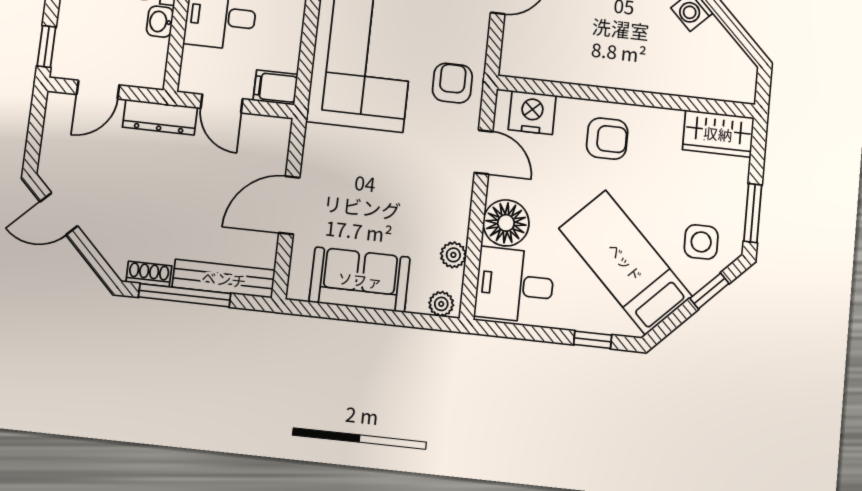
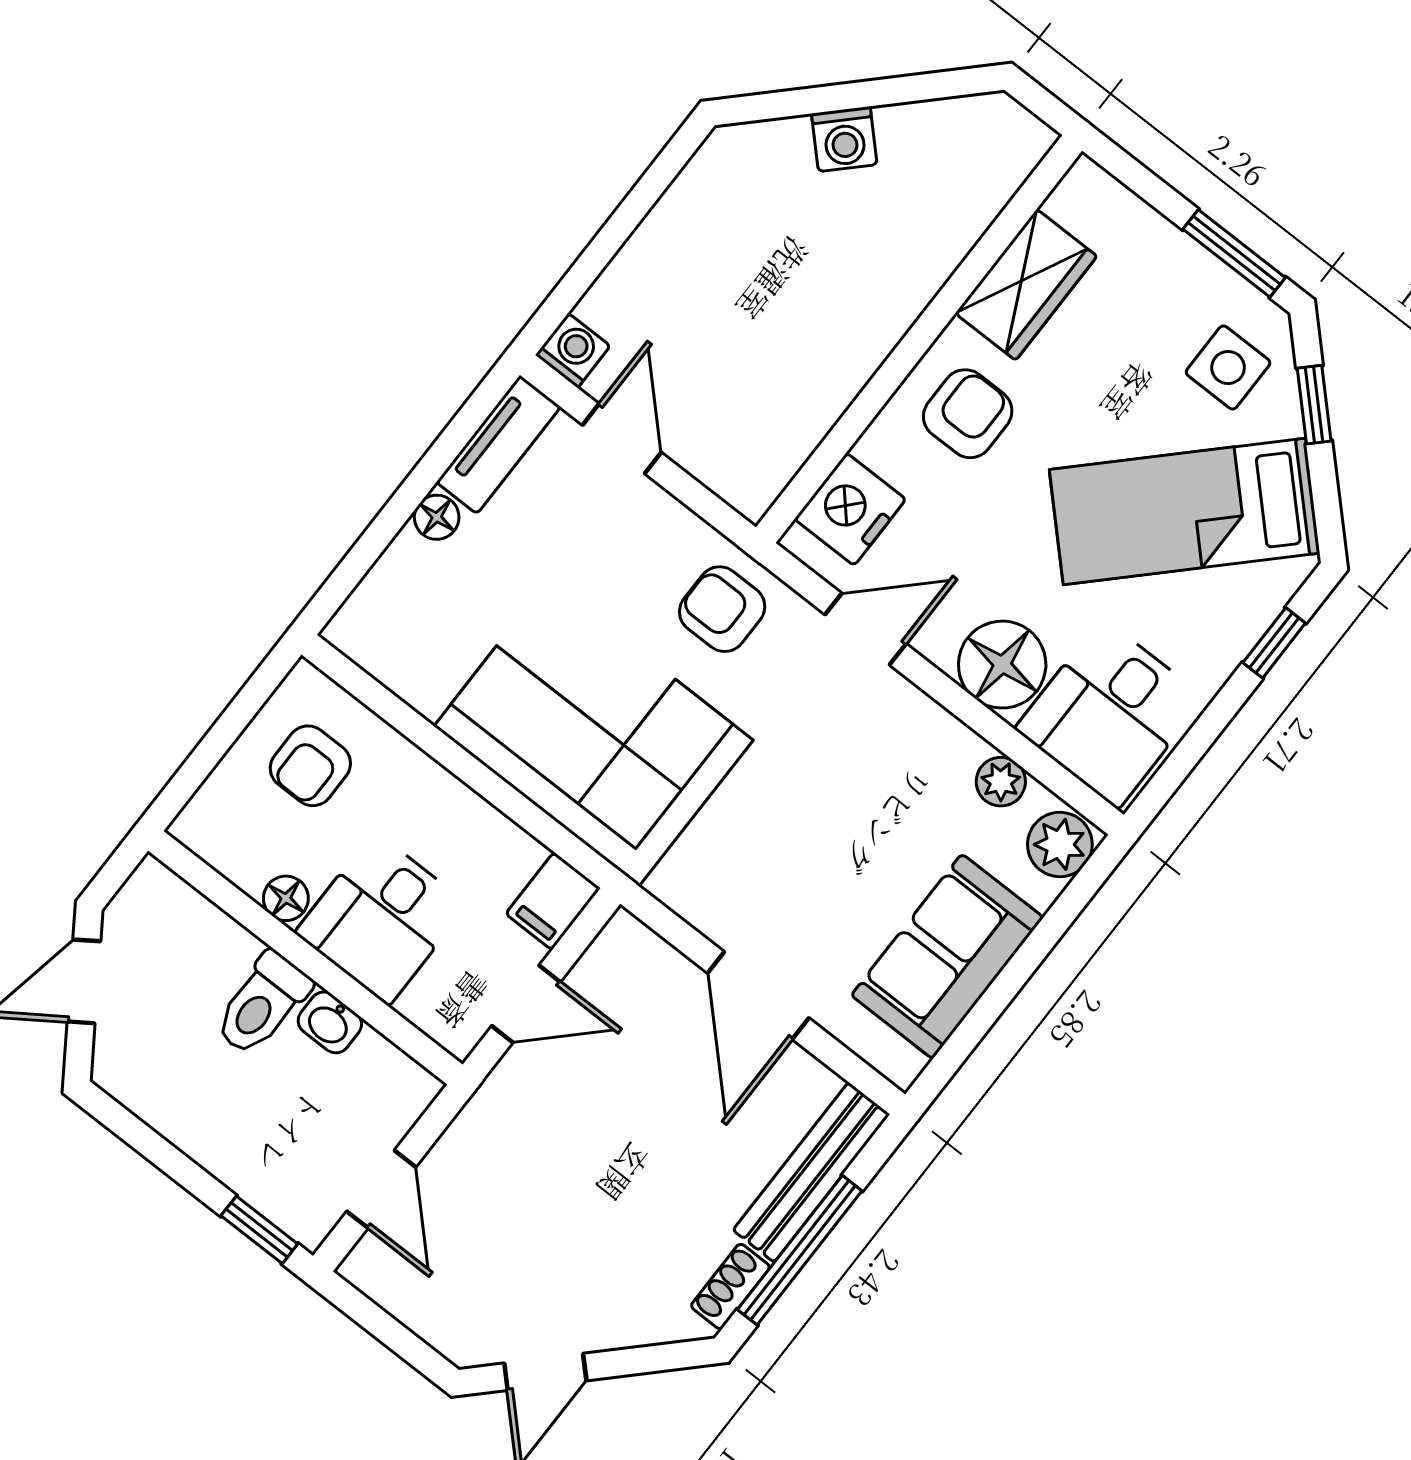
dresser: (160, 117) -> (487, 1117), removed
wardrobe: (718, 134) -> (1026, 285), moved
plant: (441, 304) -> (1060, 844), width x1.38, depth x1.38

